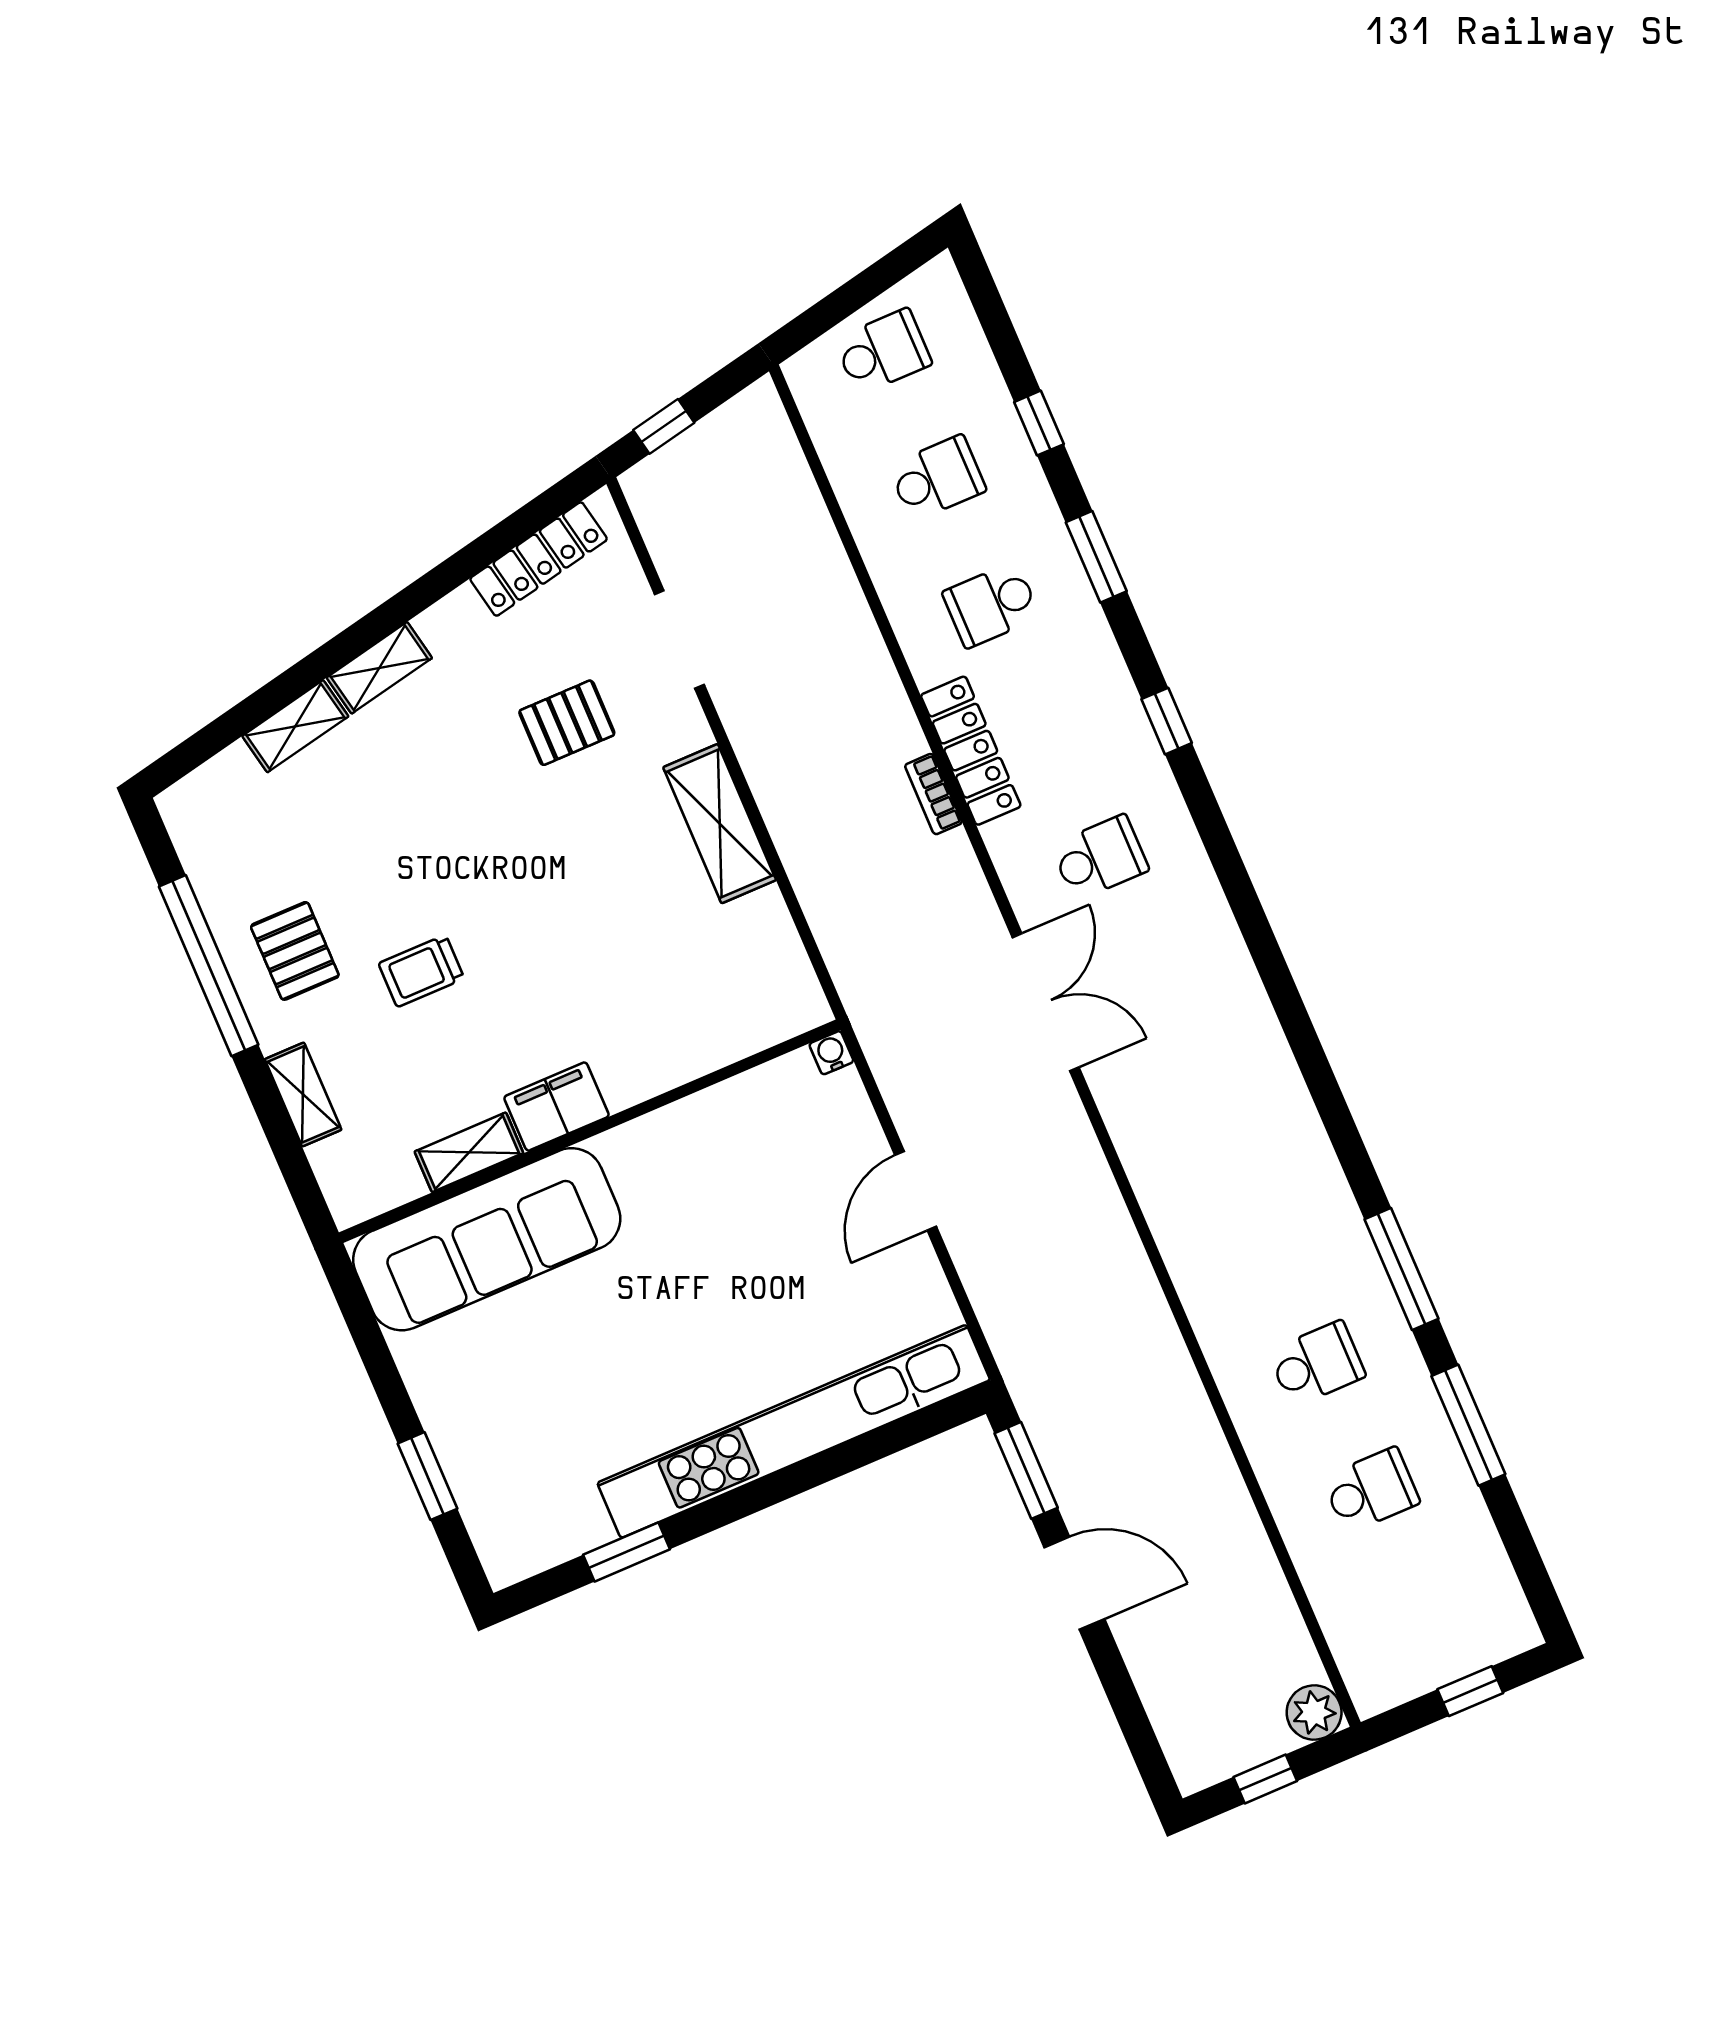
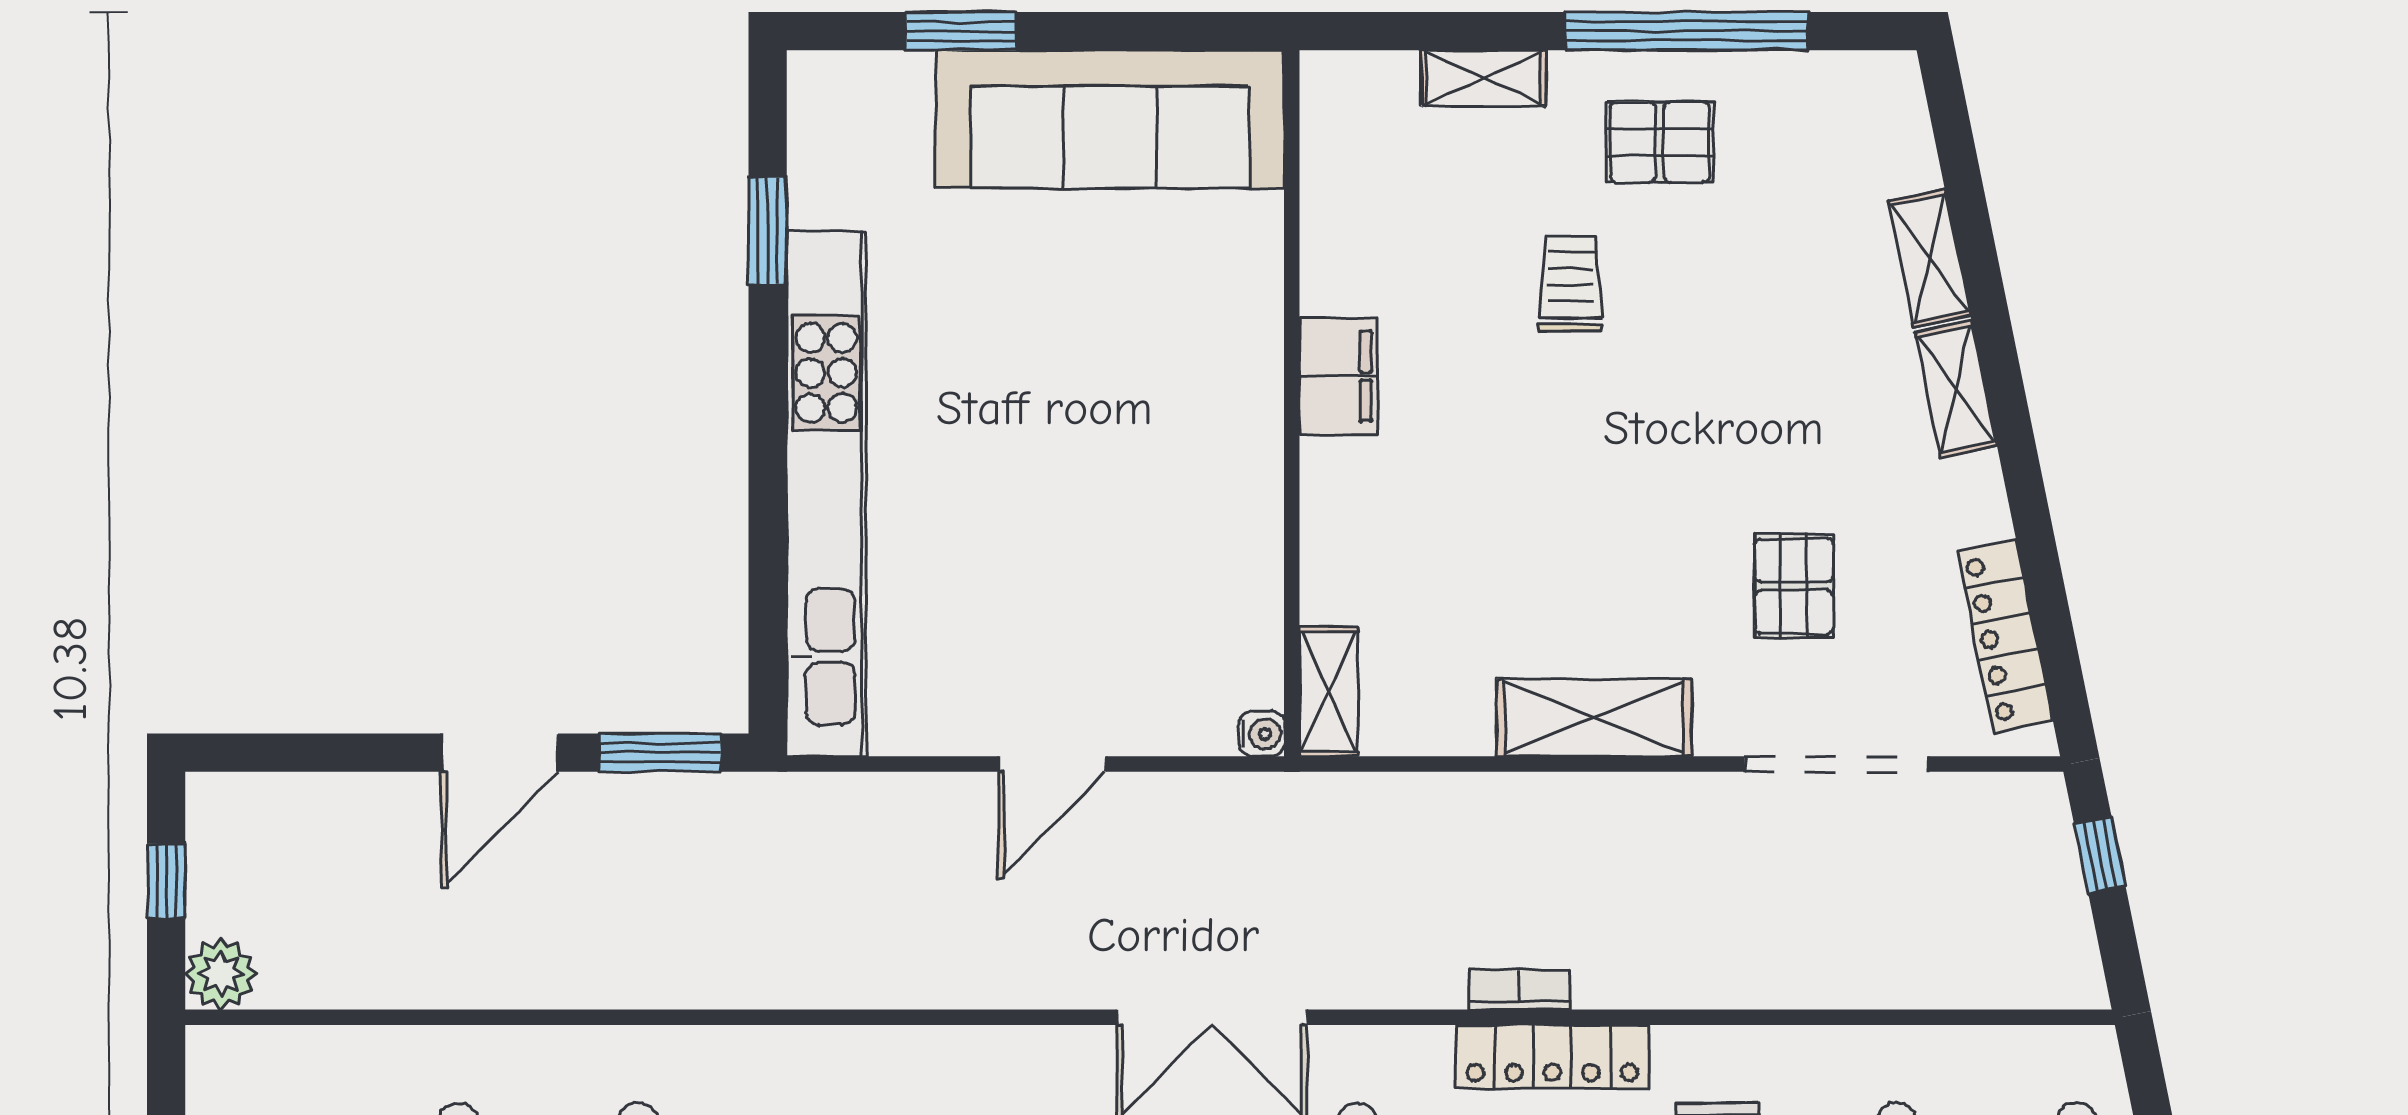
doorway: (679, 639) -> (1836, 764), width x1.36
shelving: (469, 1152) -> (1328, 692), moved
door: (916, 1191) -> (1052, 764), swing flipped
sofa: (487, 1239) -> (1110, 119), moved, turned -90

